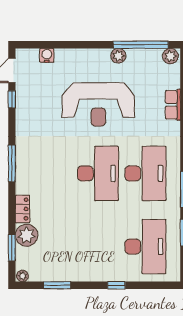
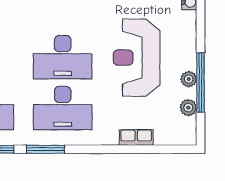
window: (141, 45) -> (200, 83), moved
plant: (170, 56) -> (188, 108), moved

